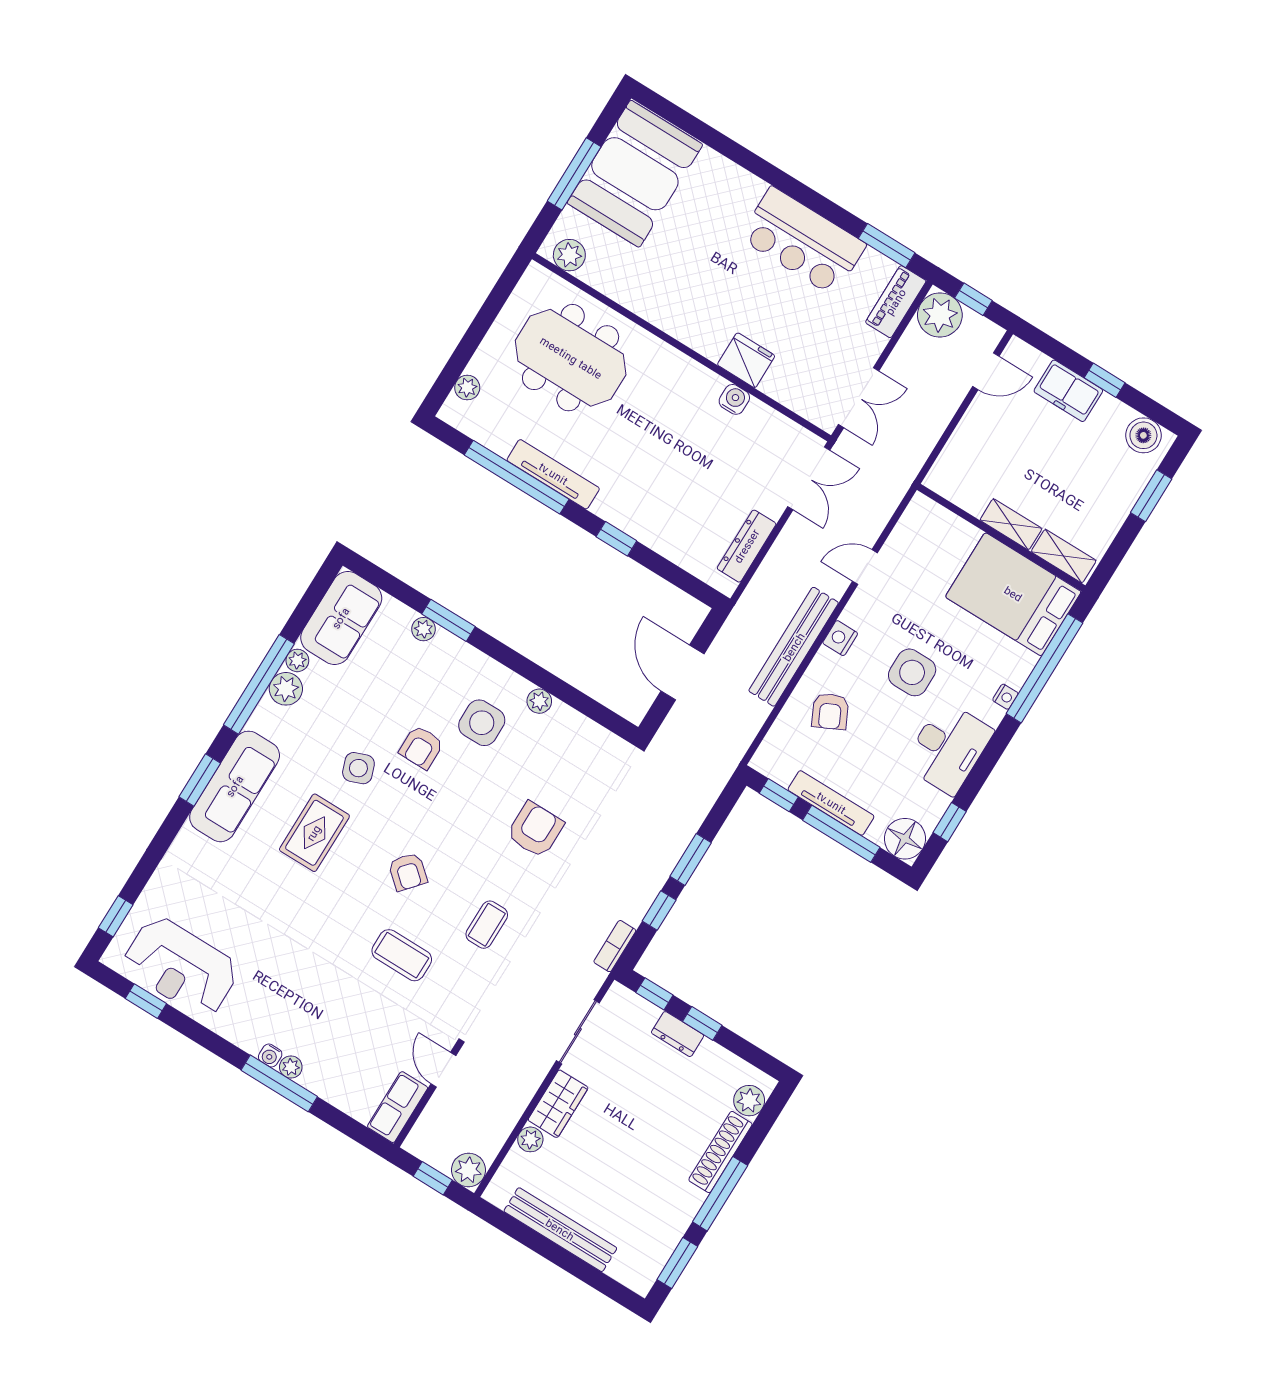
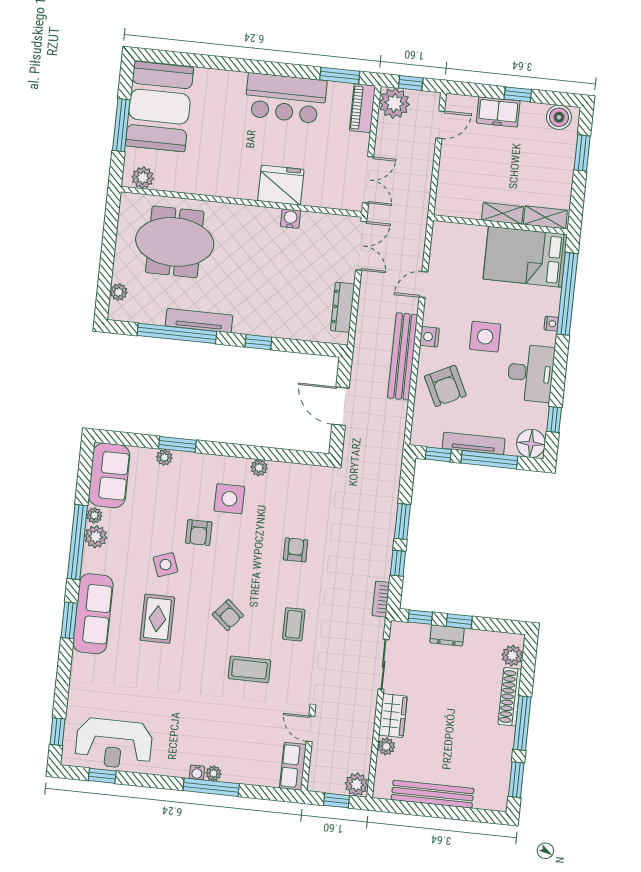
fridge: (746, 360) -> (281, 185), width x1.36, depth x1.34
armchair: (830, 711) -> (445, 386), width x1.38, depth x1.38
armchair: (535, 830) -> (296, 550), width x0.72, depth x0.72

